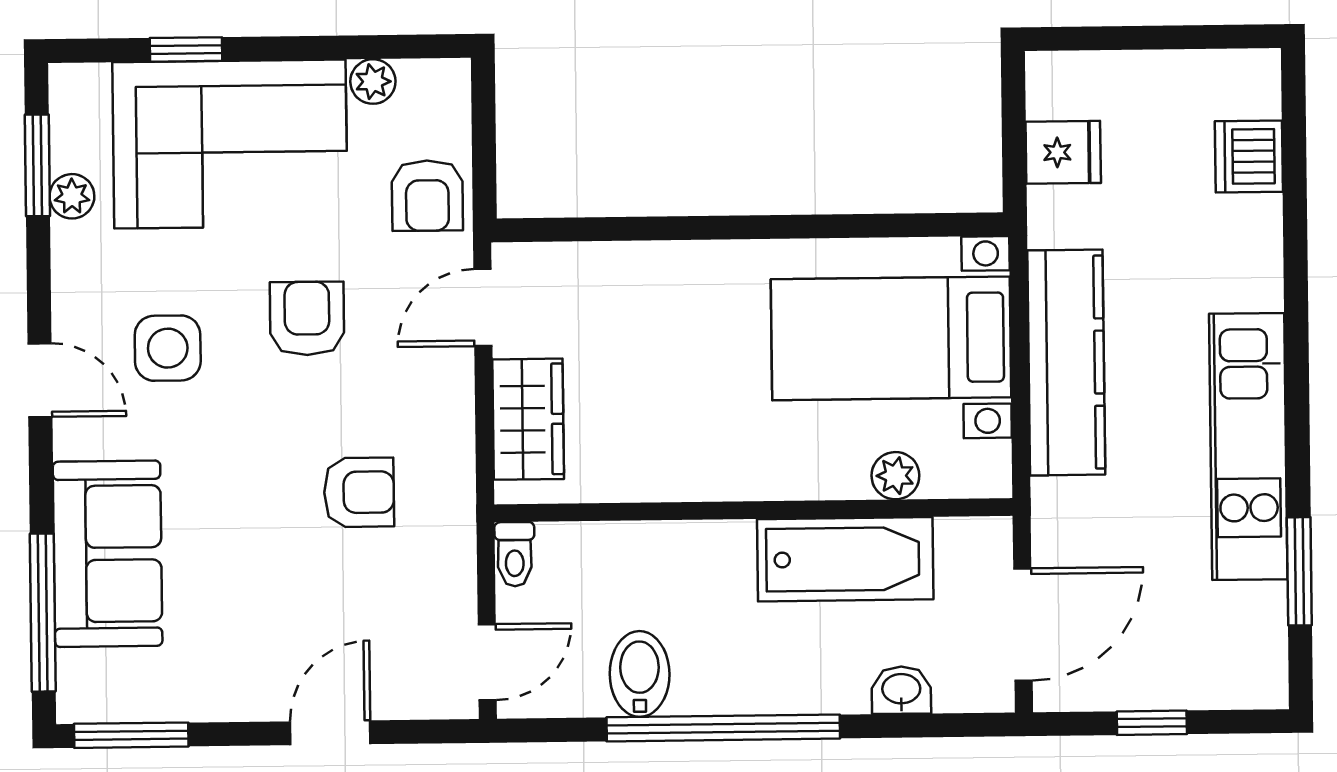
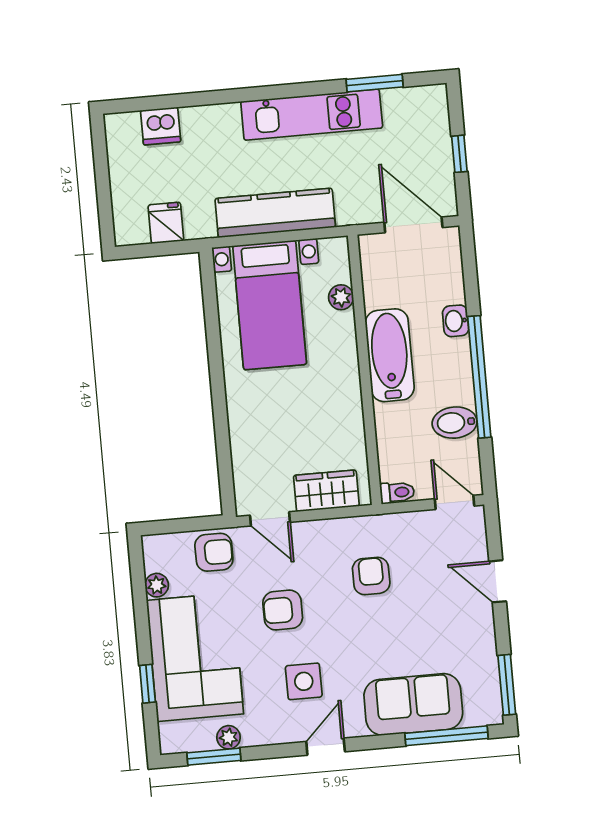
bathtub: (845, 559) -> (390, 355), moved
washbasin: (901, 690) -> (456, 321), moved

